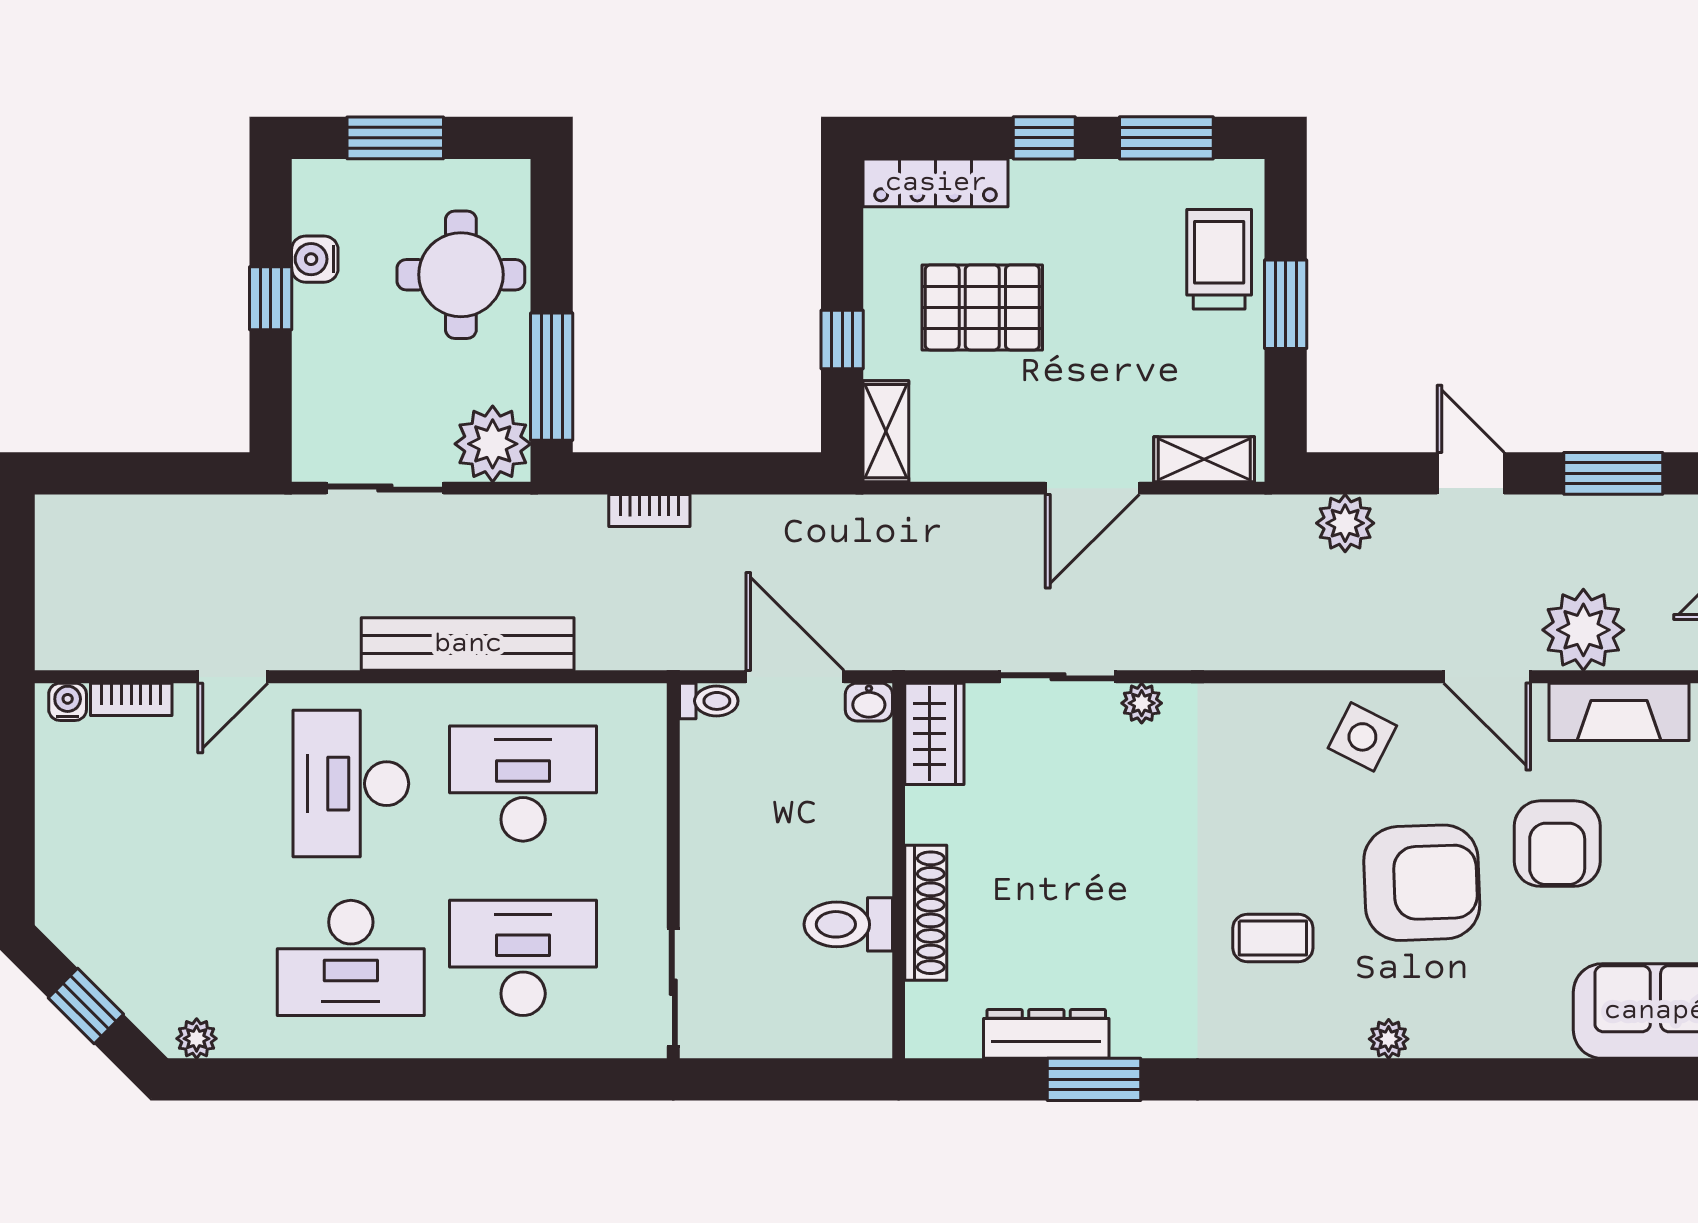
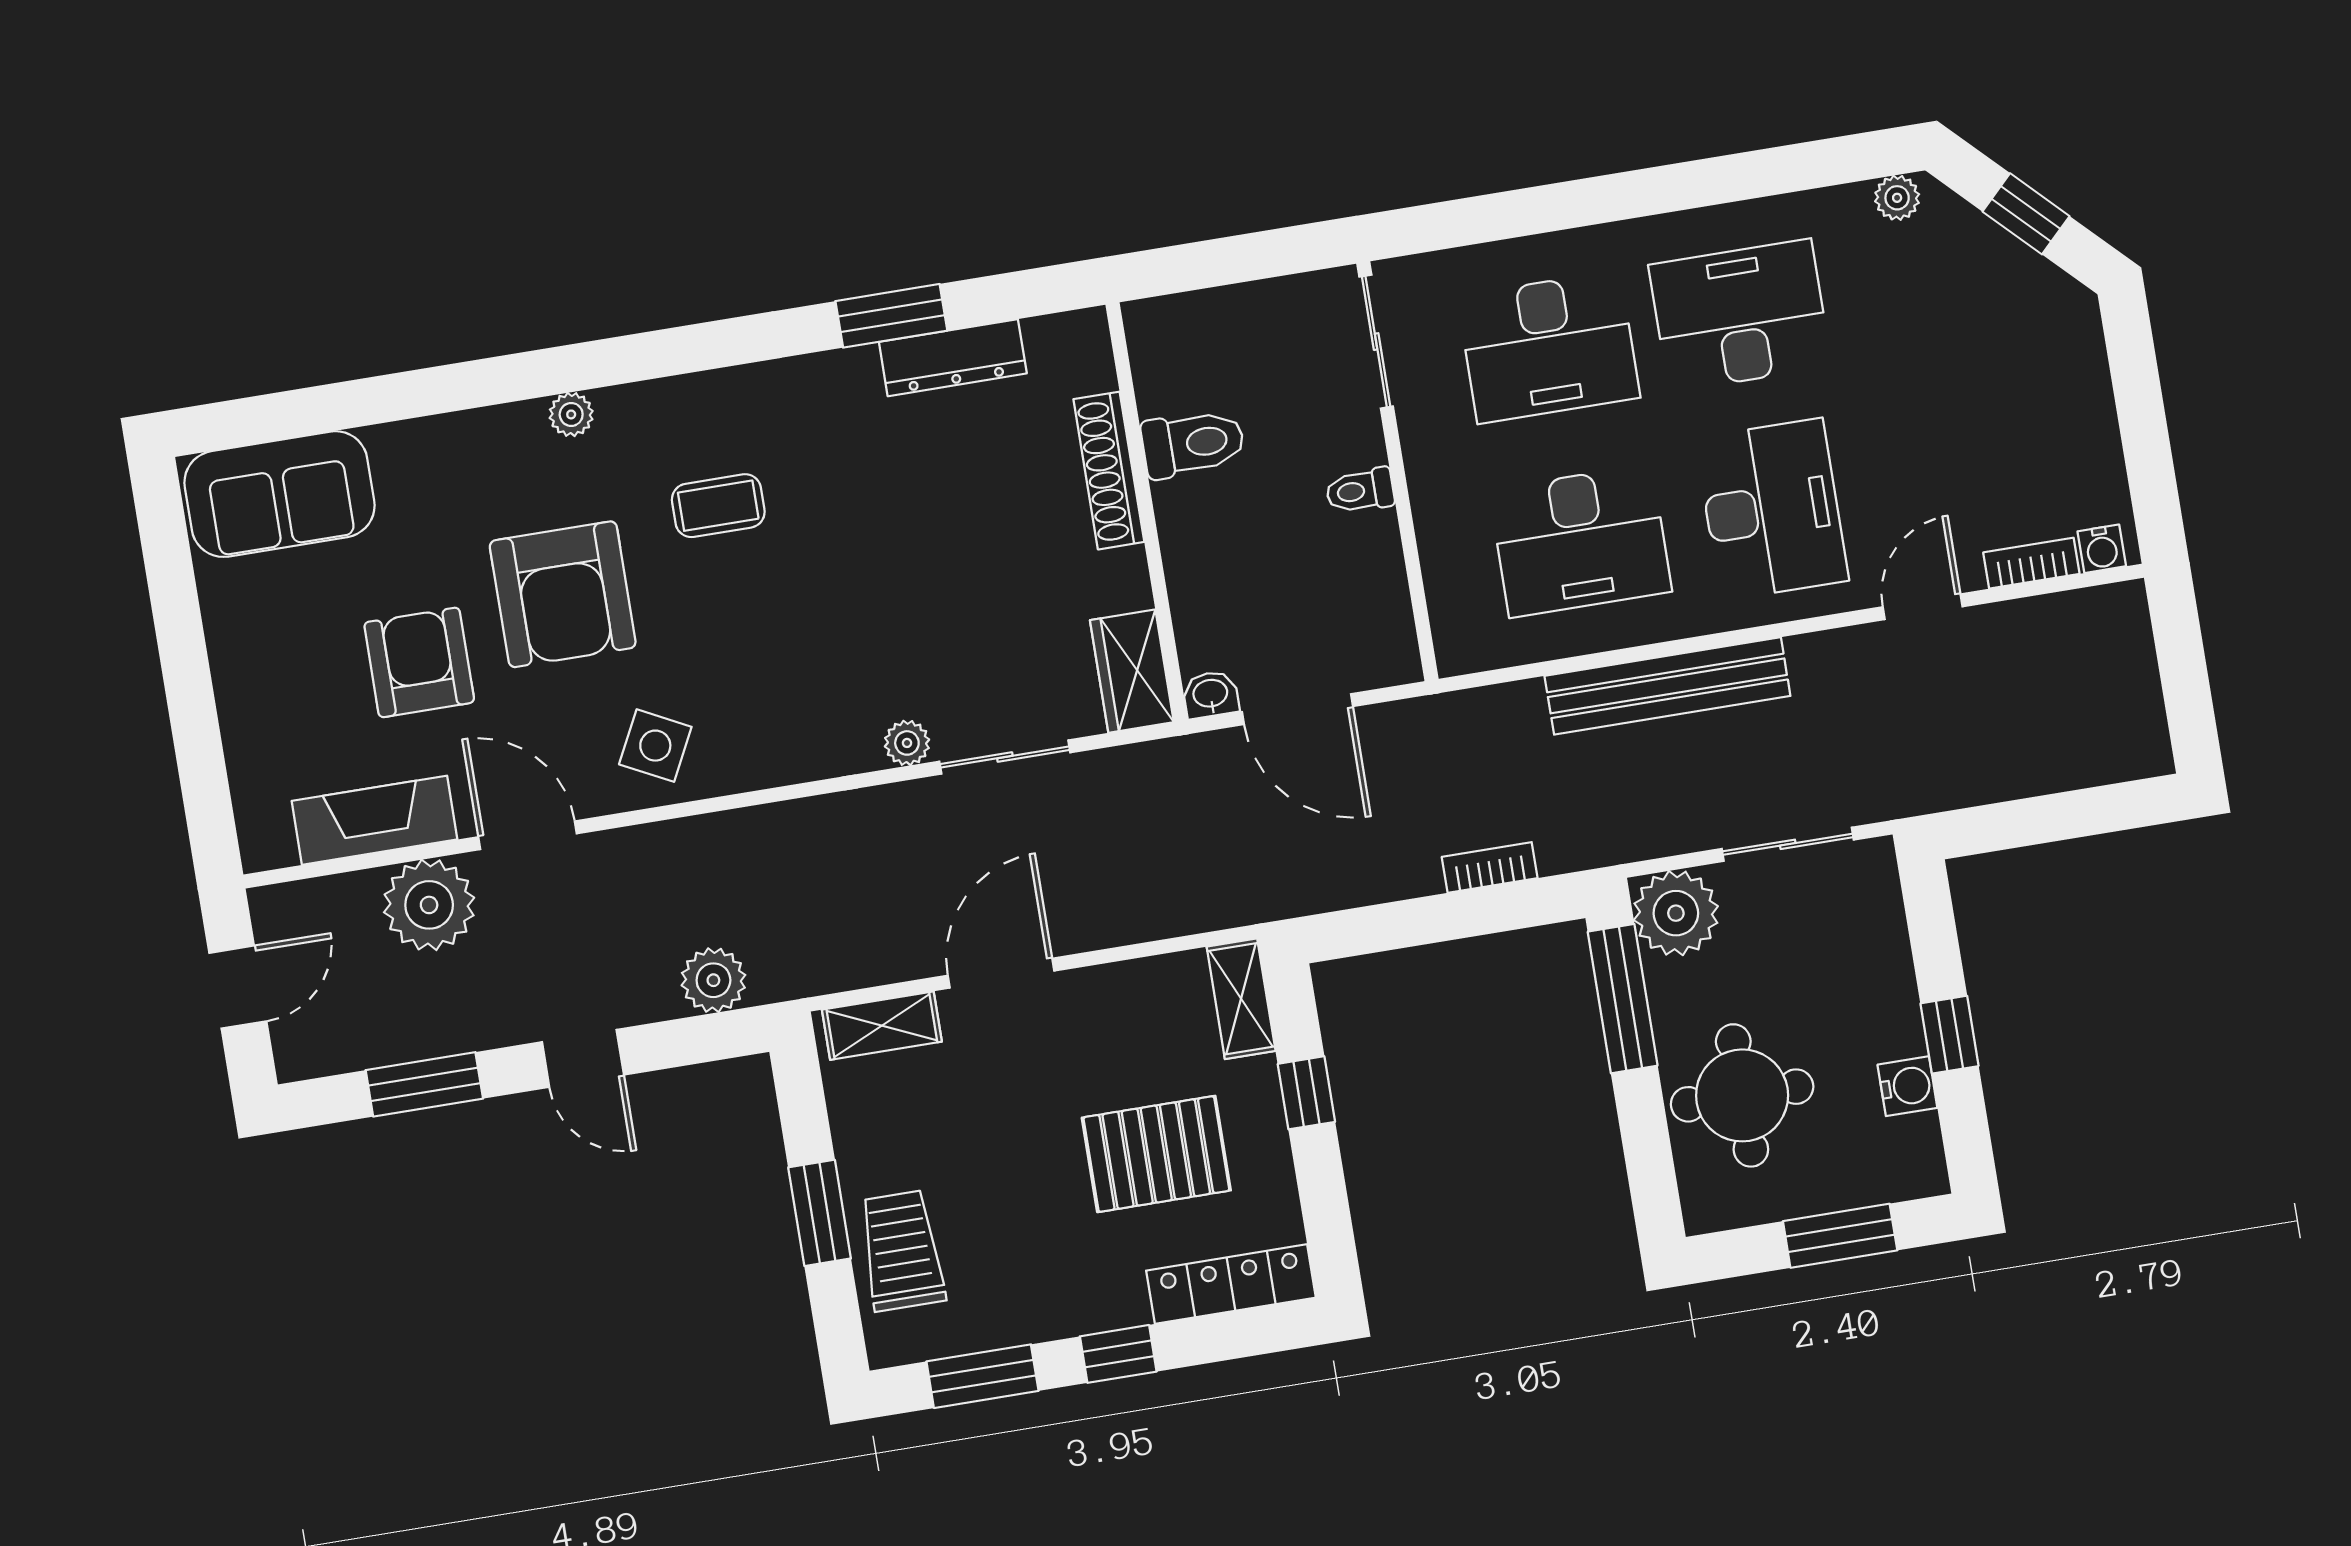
trolley: (1219, 259) -> (902, 1251), turned 180
toilet: (709, 701) -> (1360, 491), moved
armchair: (1422, 883) -> (563, 594), turned -88

